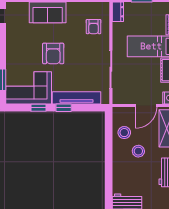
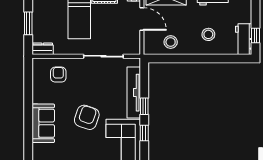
armchair: (94, 27) -> (58, 75), turned -90
armchair: (53, 53) -> (87, 117), turned -71
stool: (138, 151) -> (208, 34), moved

